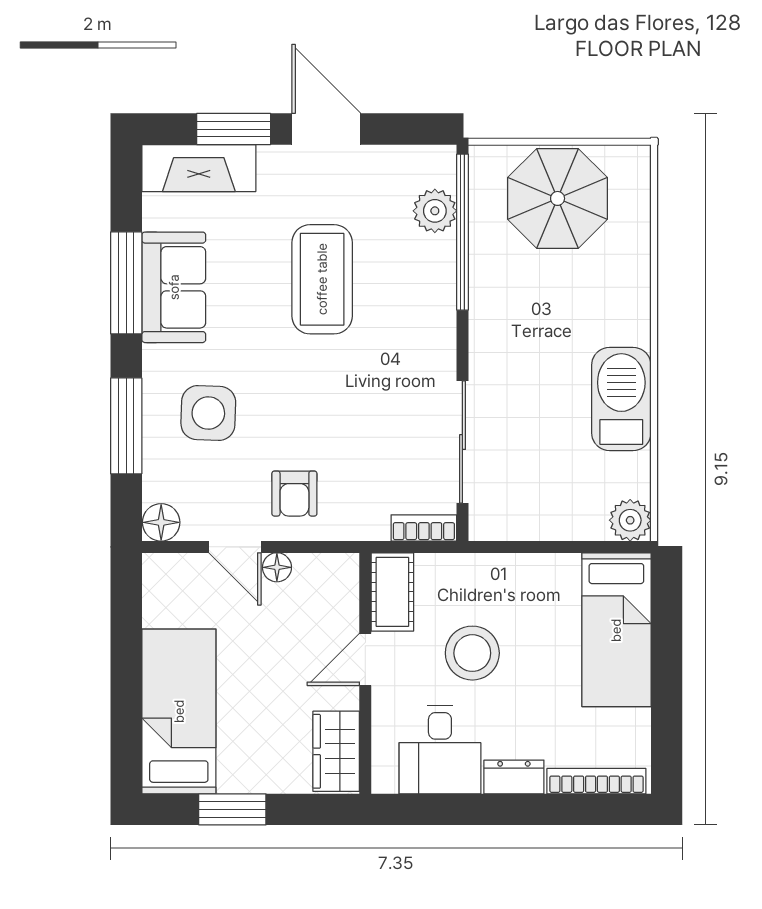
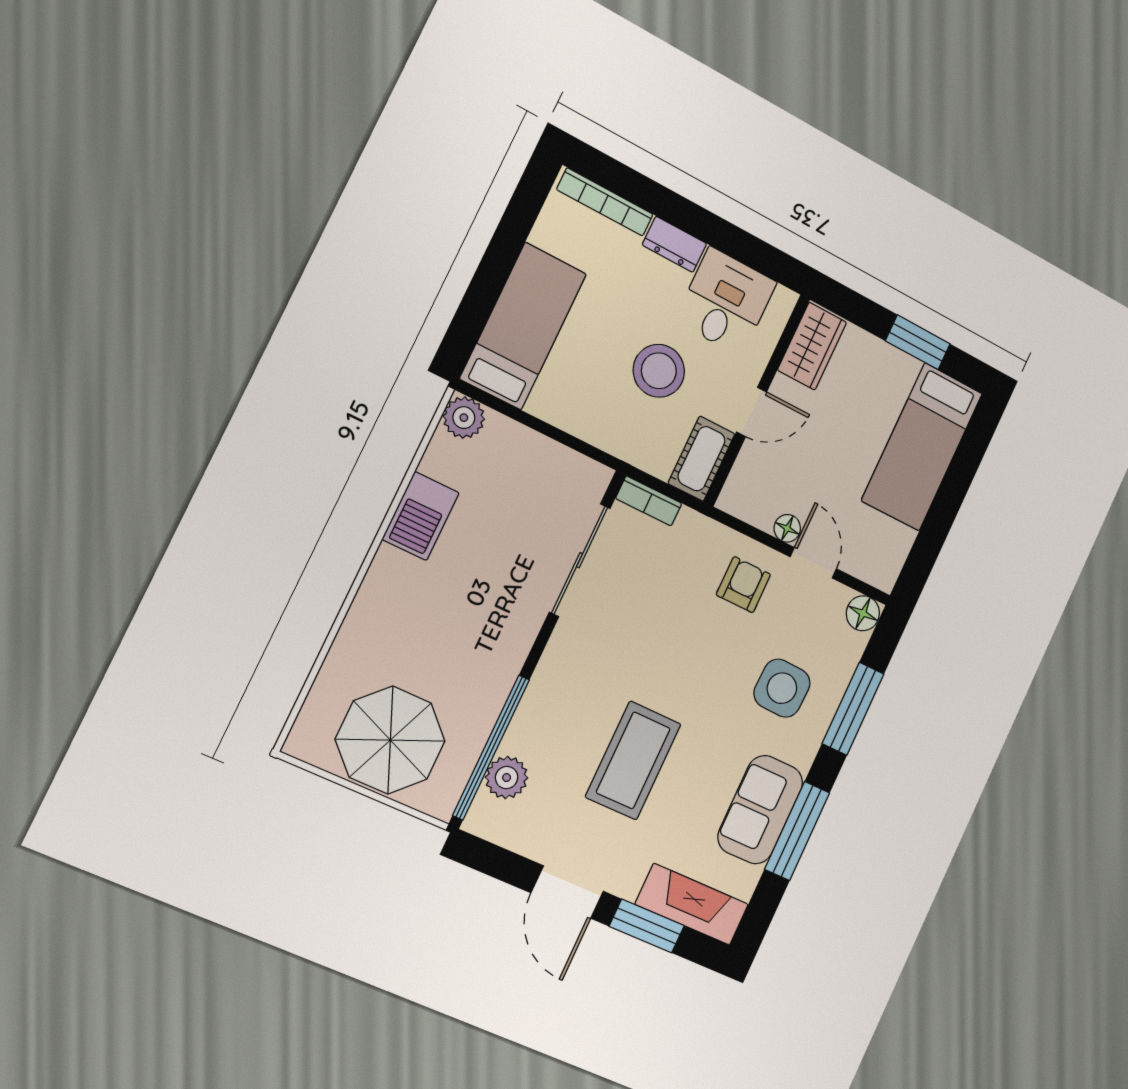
barbecue: (621, 399) -> (421, 516), width x0.73, depth x0.83

